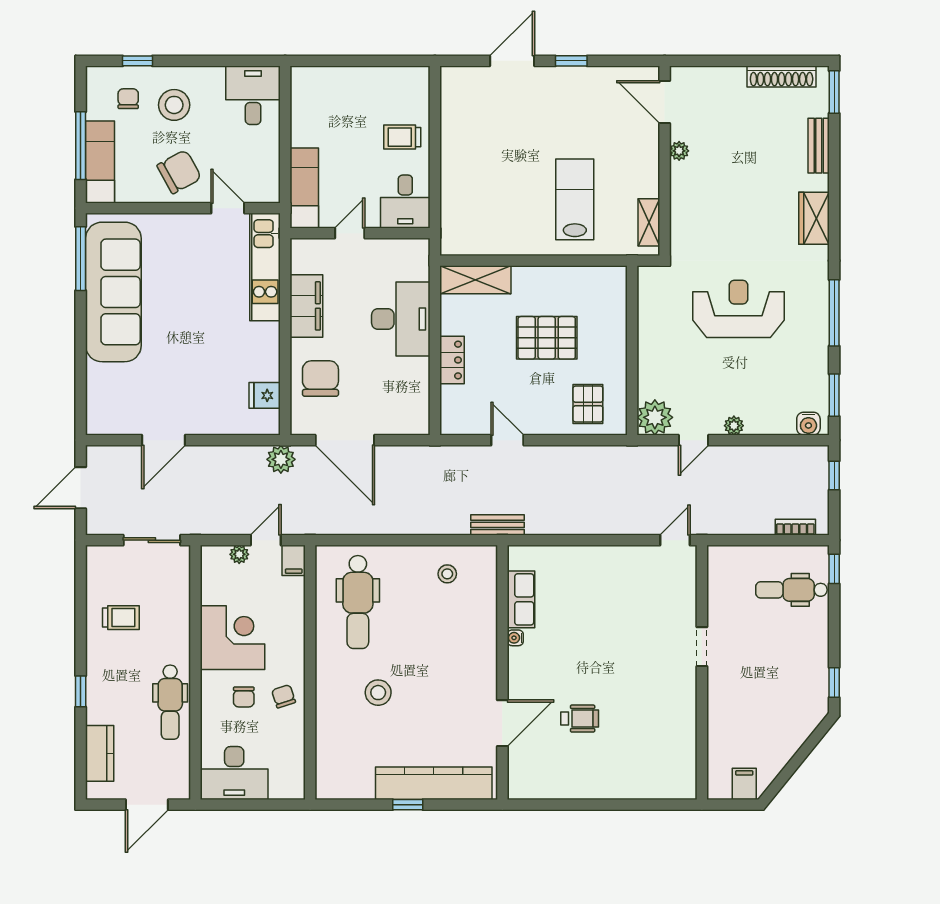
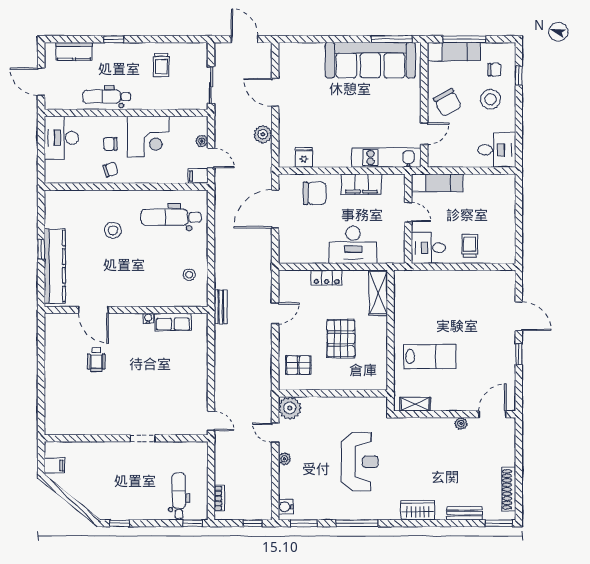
plant: (281, 459) -> (263, 134), moved

